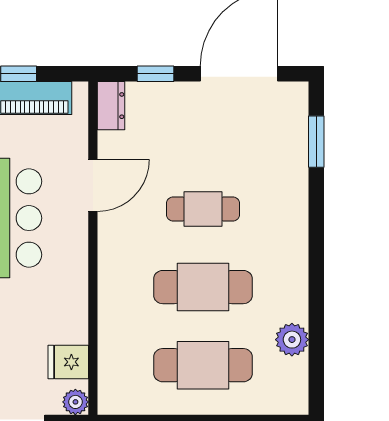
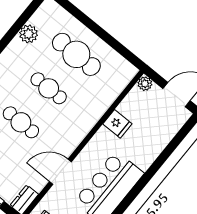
cafe table: (203, 287) -> (49, 88), width x0.73, depth x0.74
fridge: (68, 362) -> (117, 124), moved

